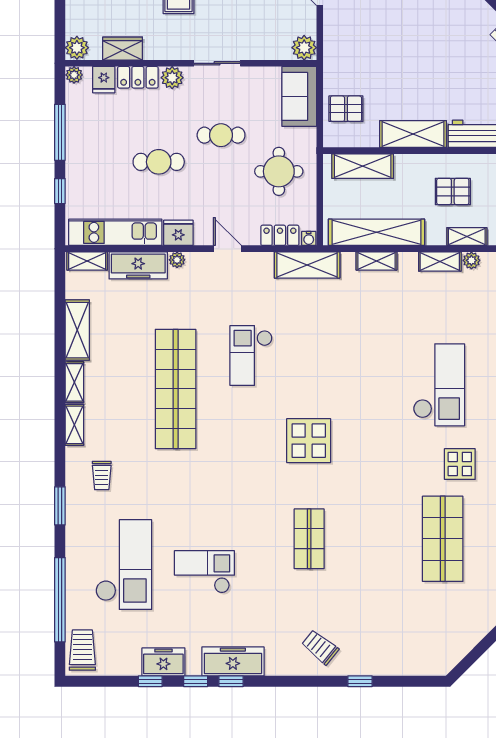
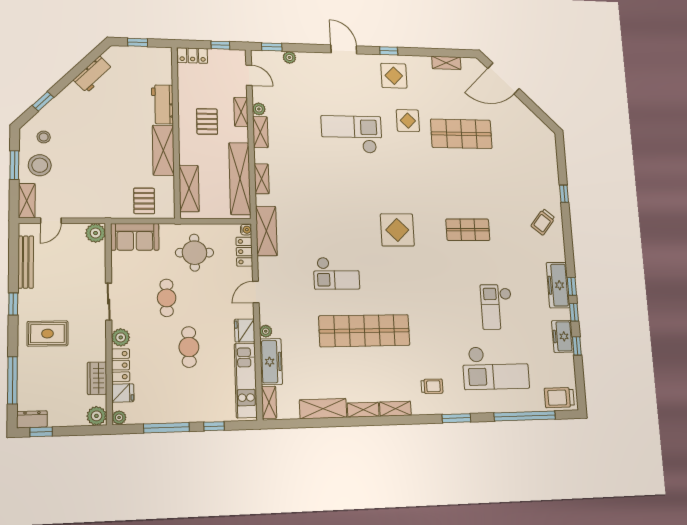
checkout: (124, 565) -> (496, 368), turned 180

